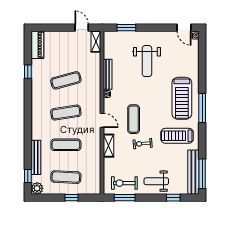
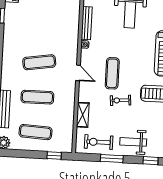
exercise mat: (66, 80) -> (41, 27), removed
shelving: (109, 146) -> (83, 115), moved
window: (71, 198) -> (54, 155), moved
window: (125, 198) -> (112, 159), moved

